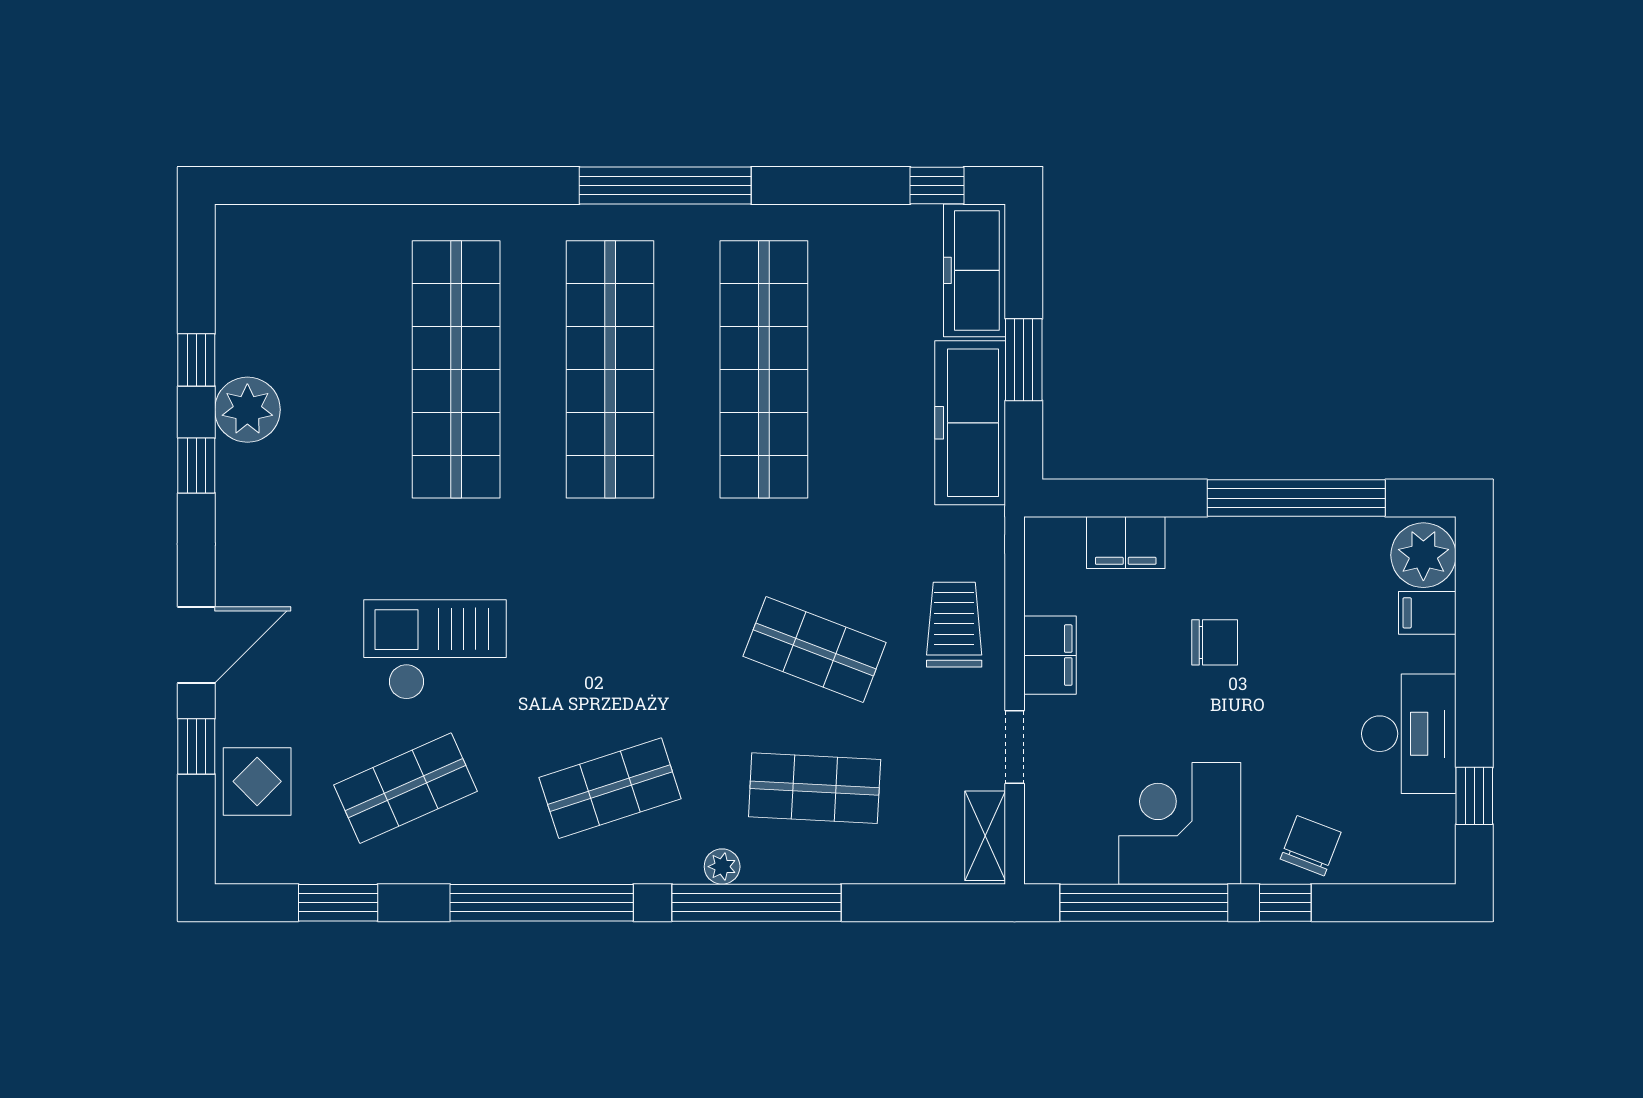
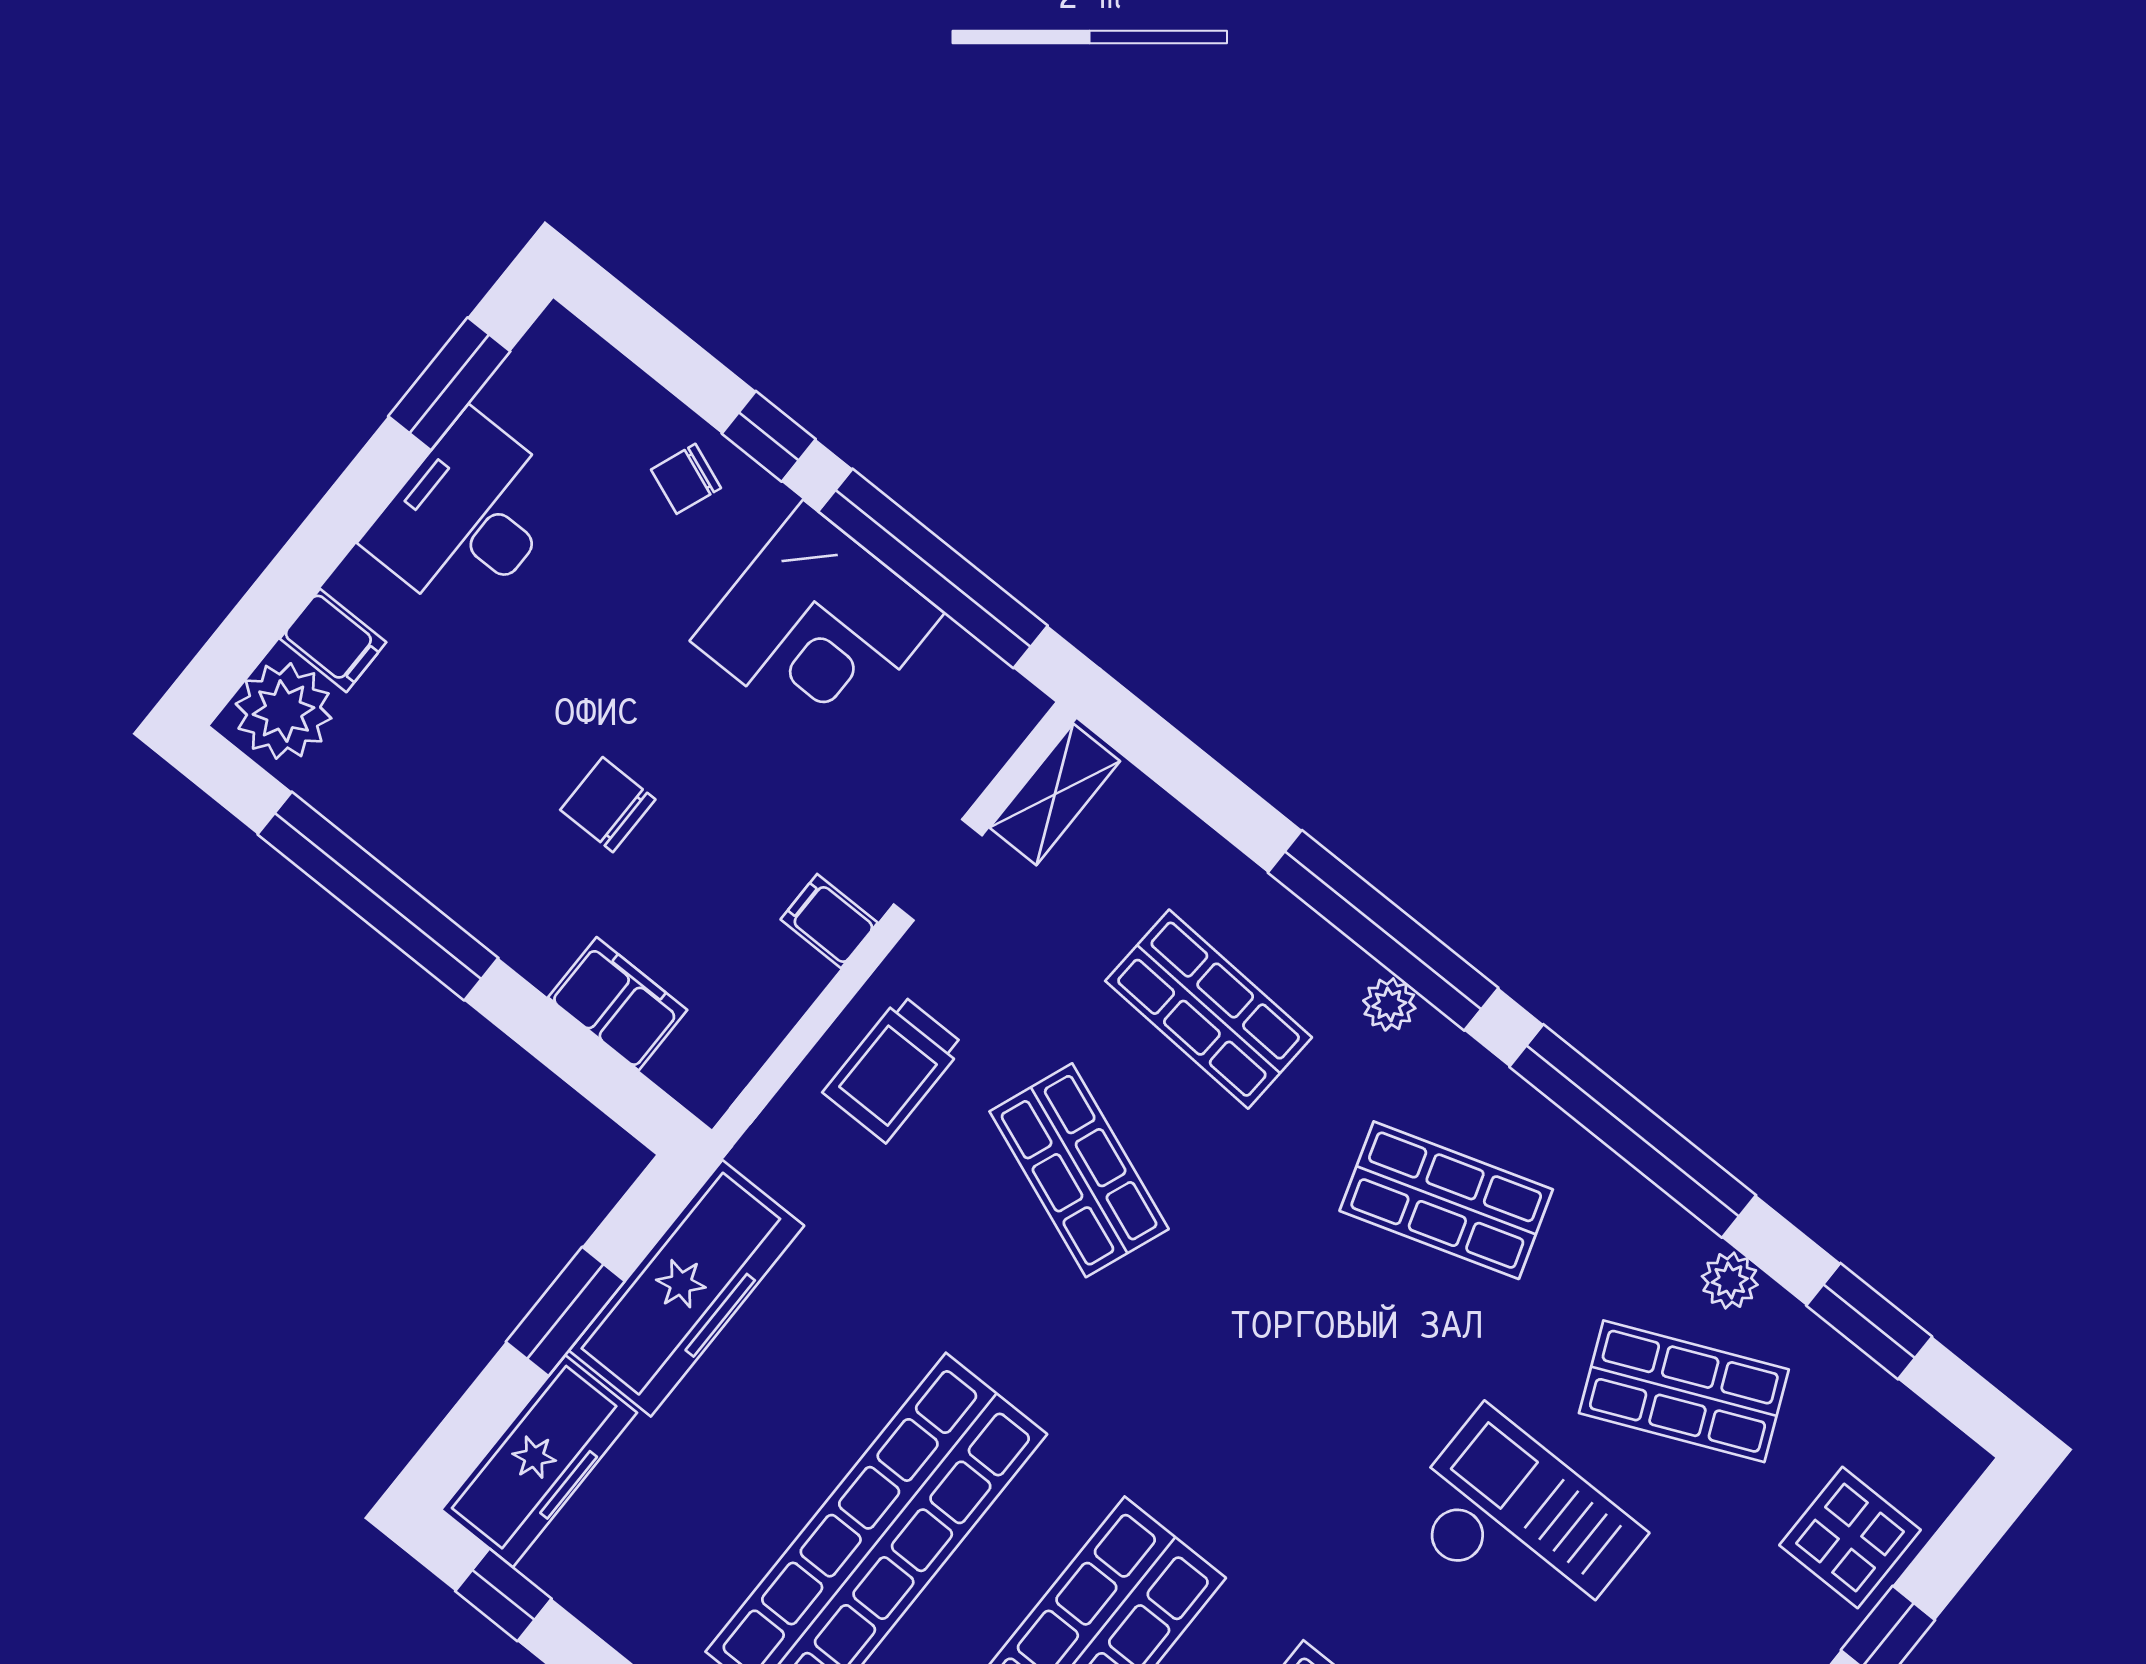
checkout: (435, 650) -> (1520, 1525), turned 180
filing cabinet: (1050, 655) -> (829, 921), width x0.50
window: (1474, 796) -> (449, 384), width x1.50
chair: (1311, 846) -> (686, 479), width x0.73, depth x0.73
plant: (428, 865) -> (1730, 1280), added

